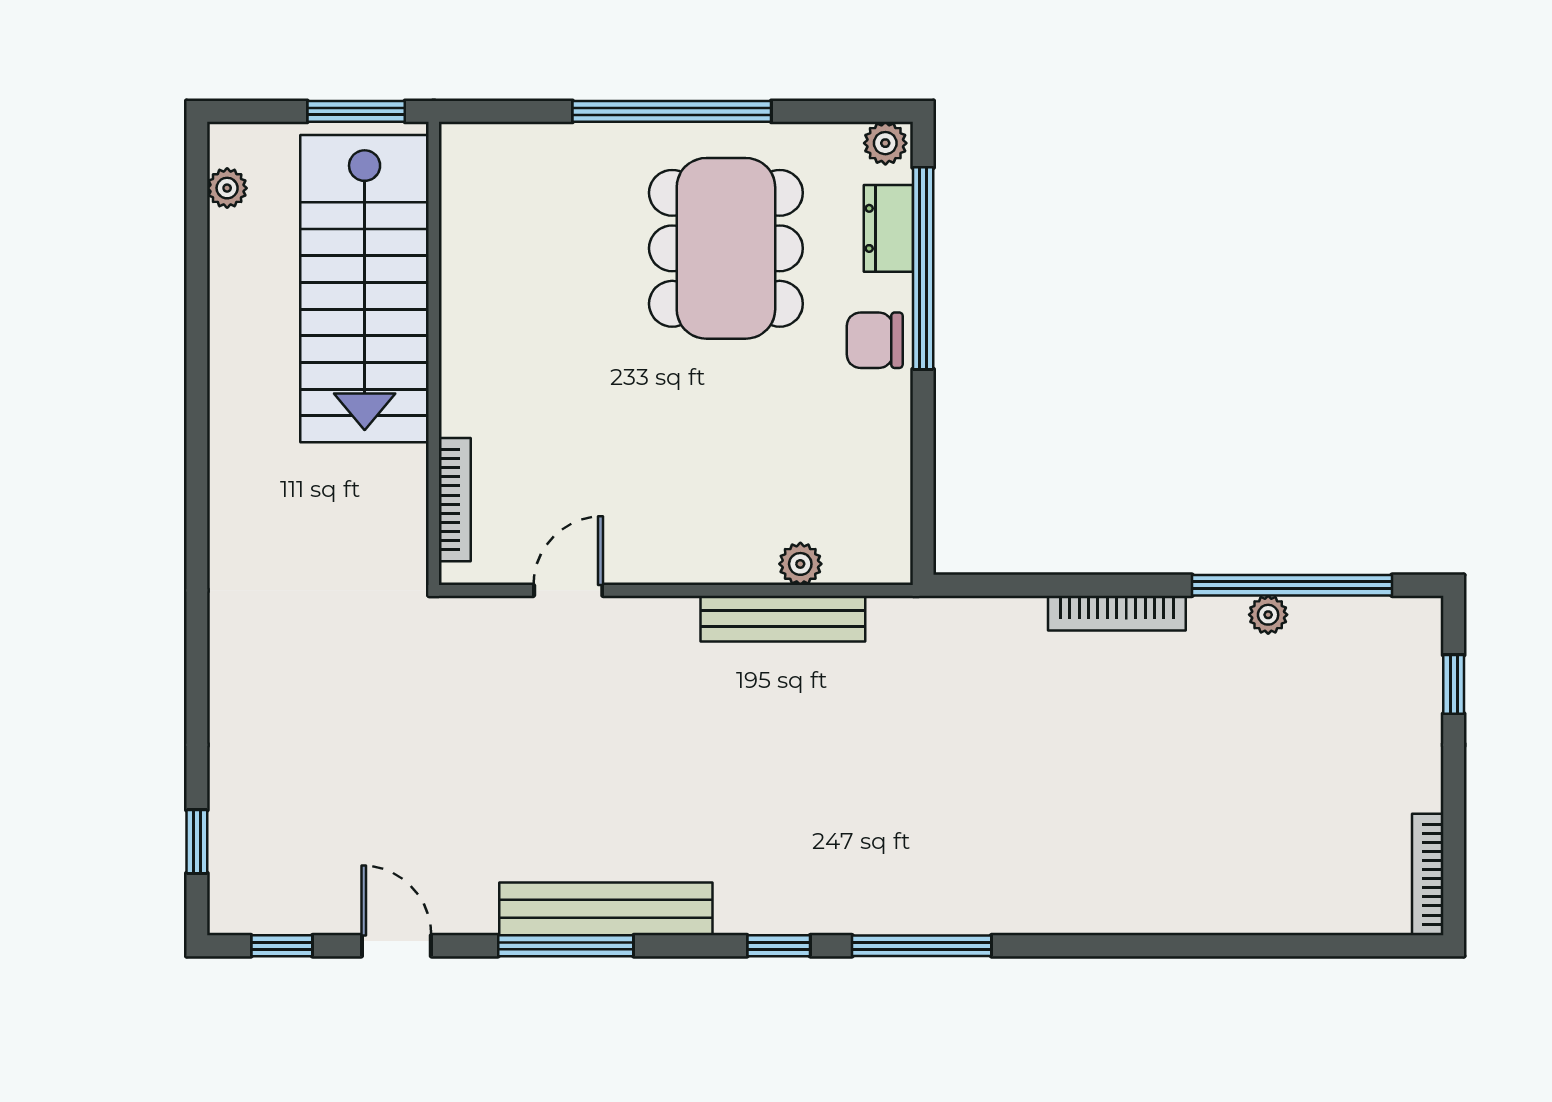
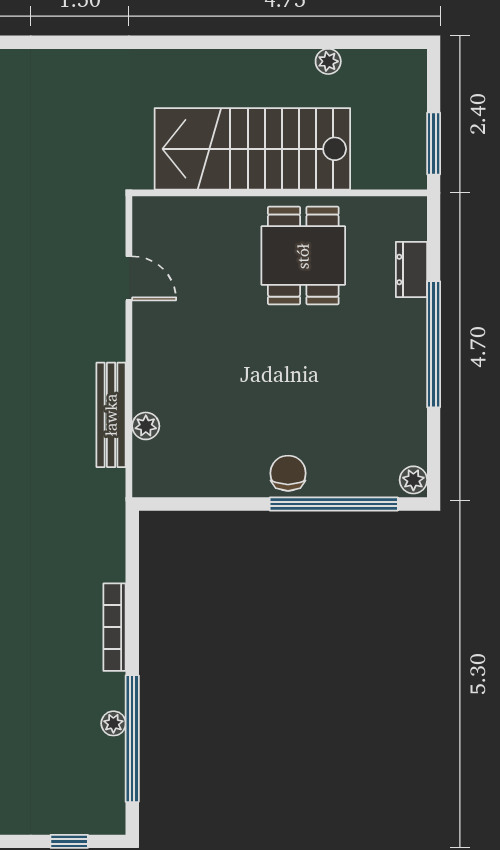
plant: (227, 188) -> (328, 61), moved
dresser: (888, 228) -> (411, 270), moved, turned -90
dining table: (726, 248) -> (303, 256), moved, width x0.73
stairs: (365, 289) -> (252, 149), moved
bookcase: (455, 500) -> (187, 206), removed

